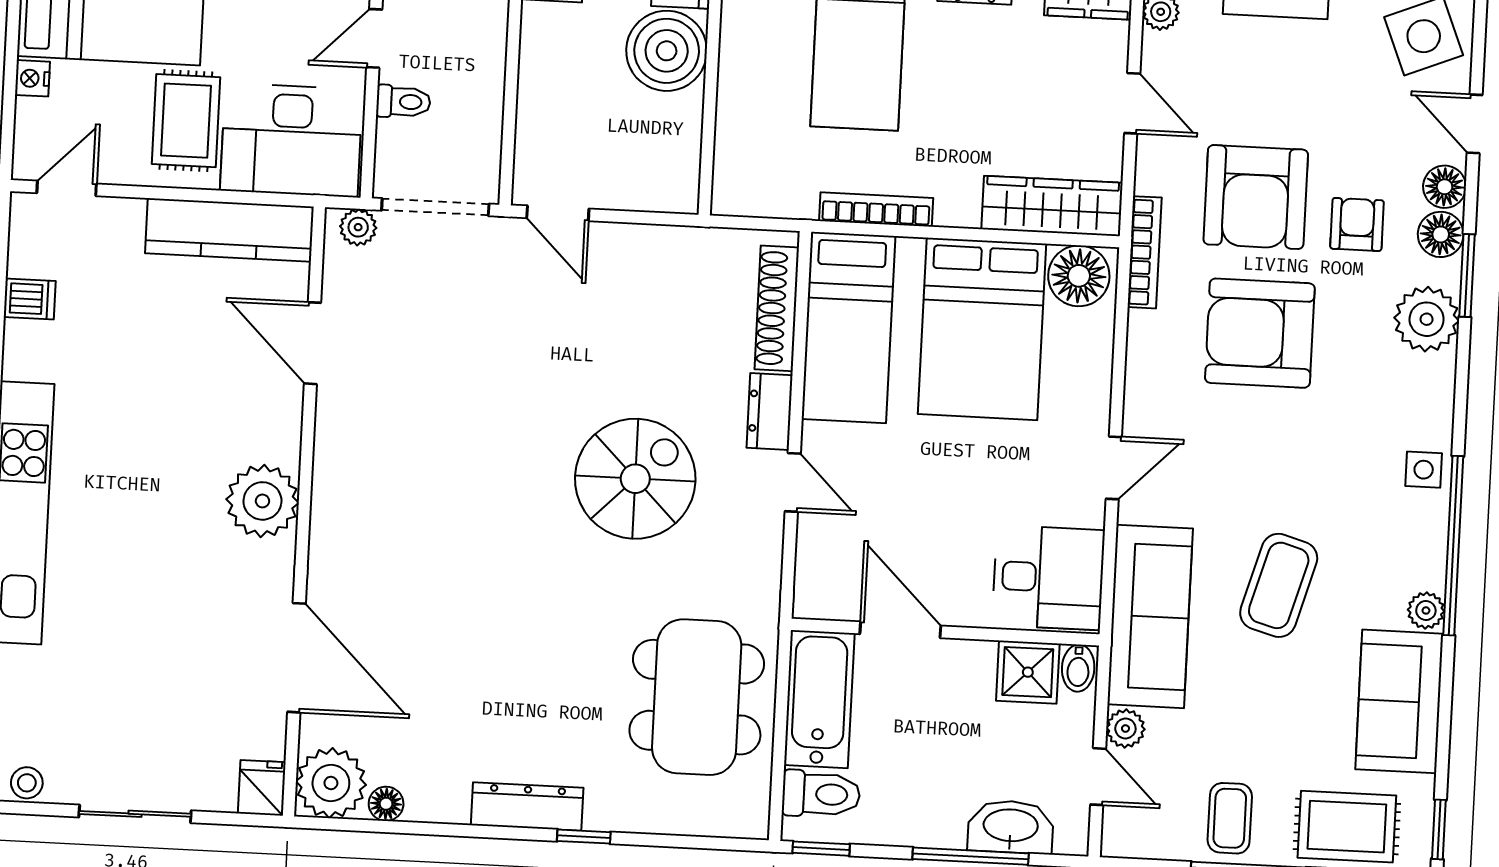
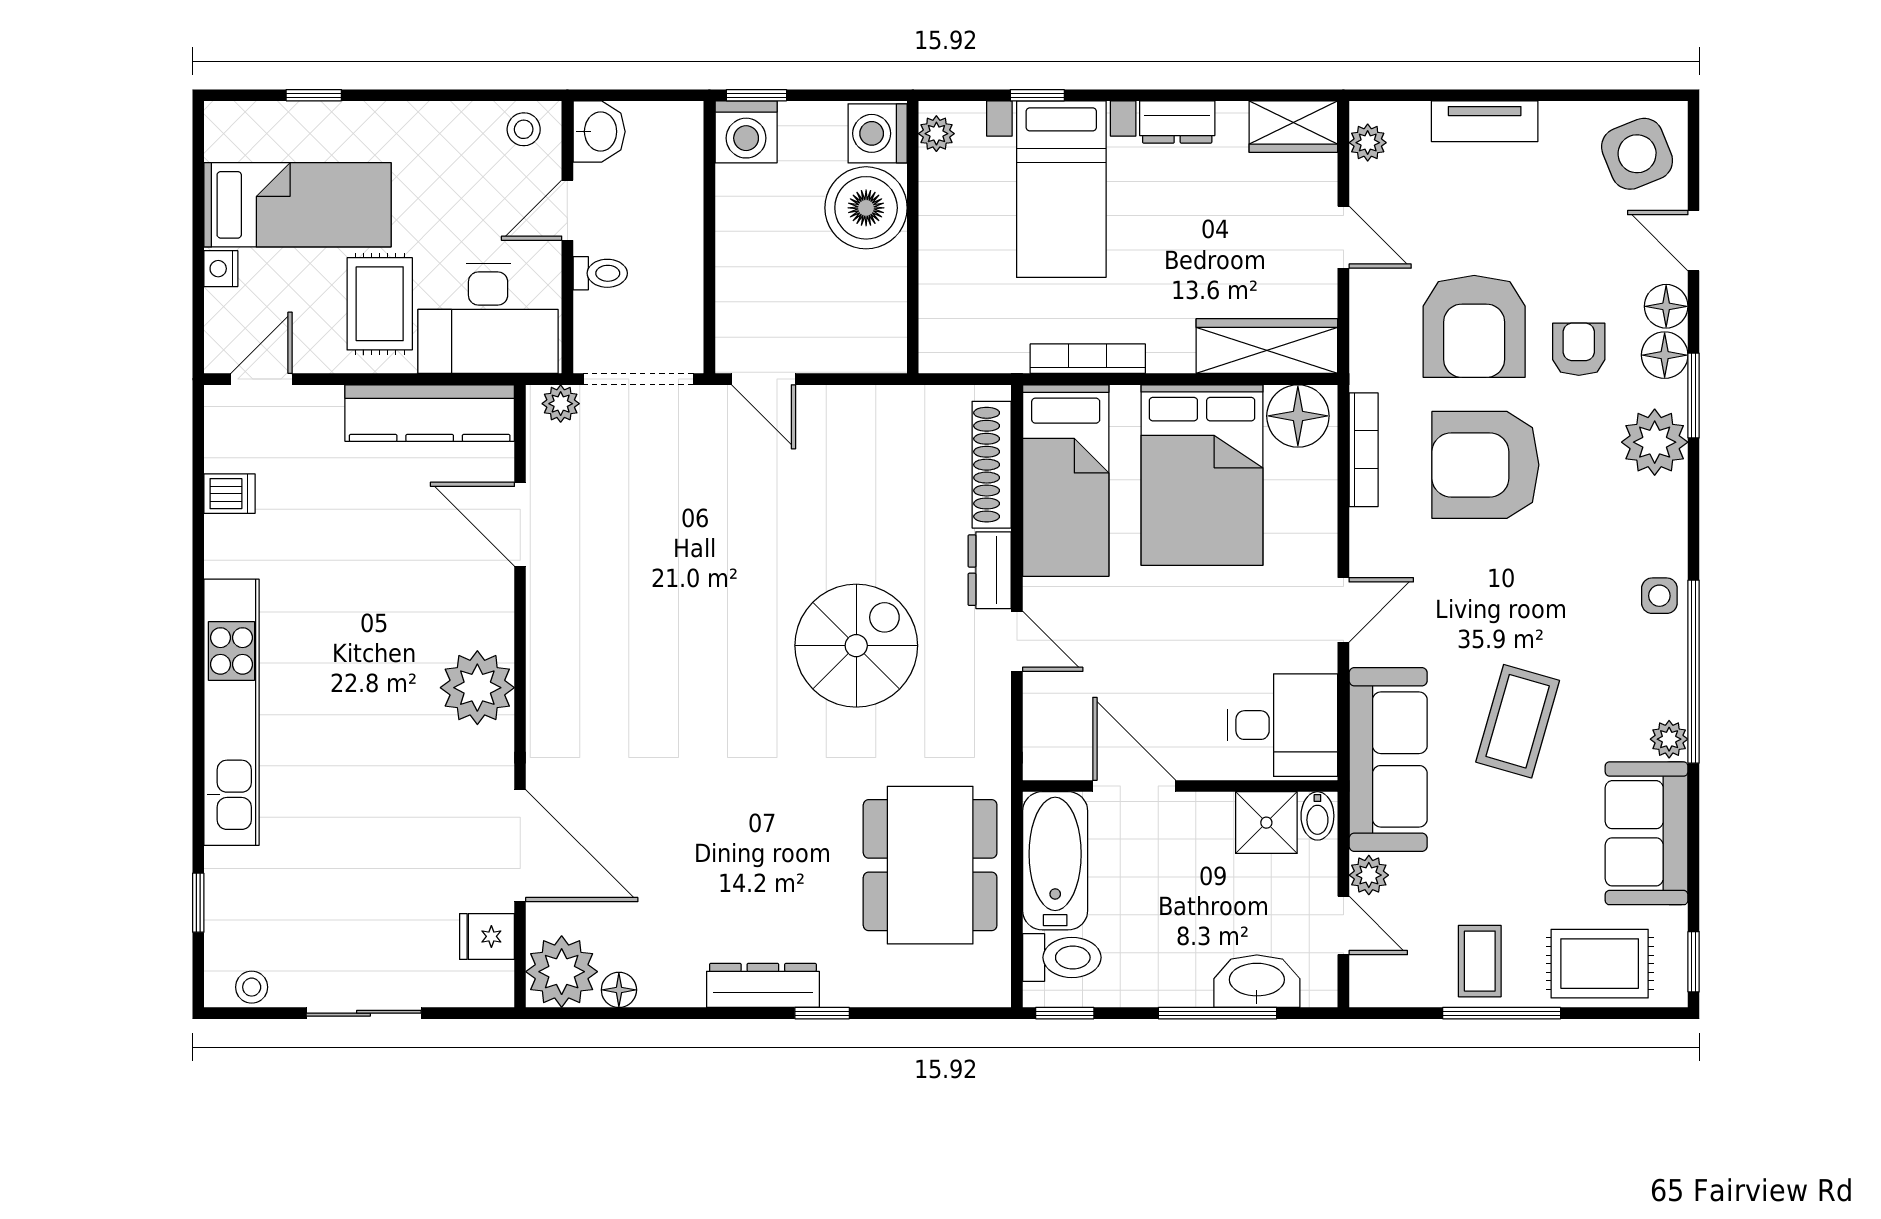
bookcase: (1144, 252) -> (1364, 450), moved
fridge: (262, 788) -> (487, 936), moved, turned -90

